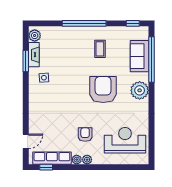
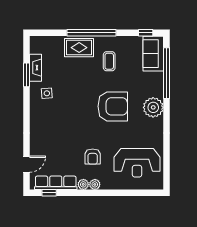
plant: (35, 36) -> (36, 46), removed
rug: (73, 37) -> (79, 48), added
sofa: (140, 56) -> (153, 54), moved
armchair: (103, 89) -> (113, 106), turned 90
armchair: (85, 135) -> (93, 157), turned 180
reception desk: (125, 140) -> (137, 163), turned 180

